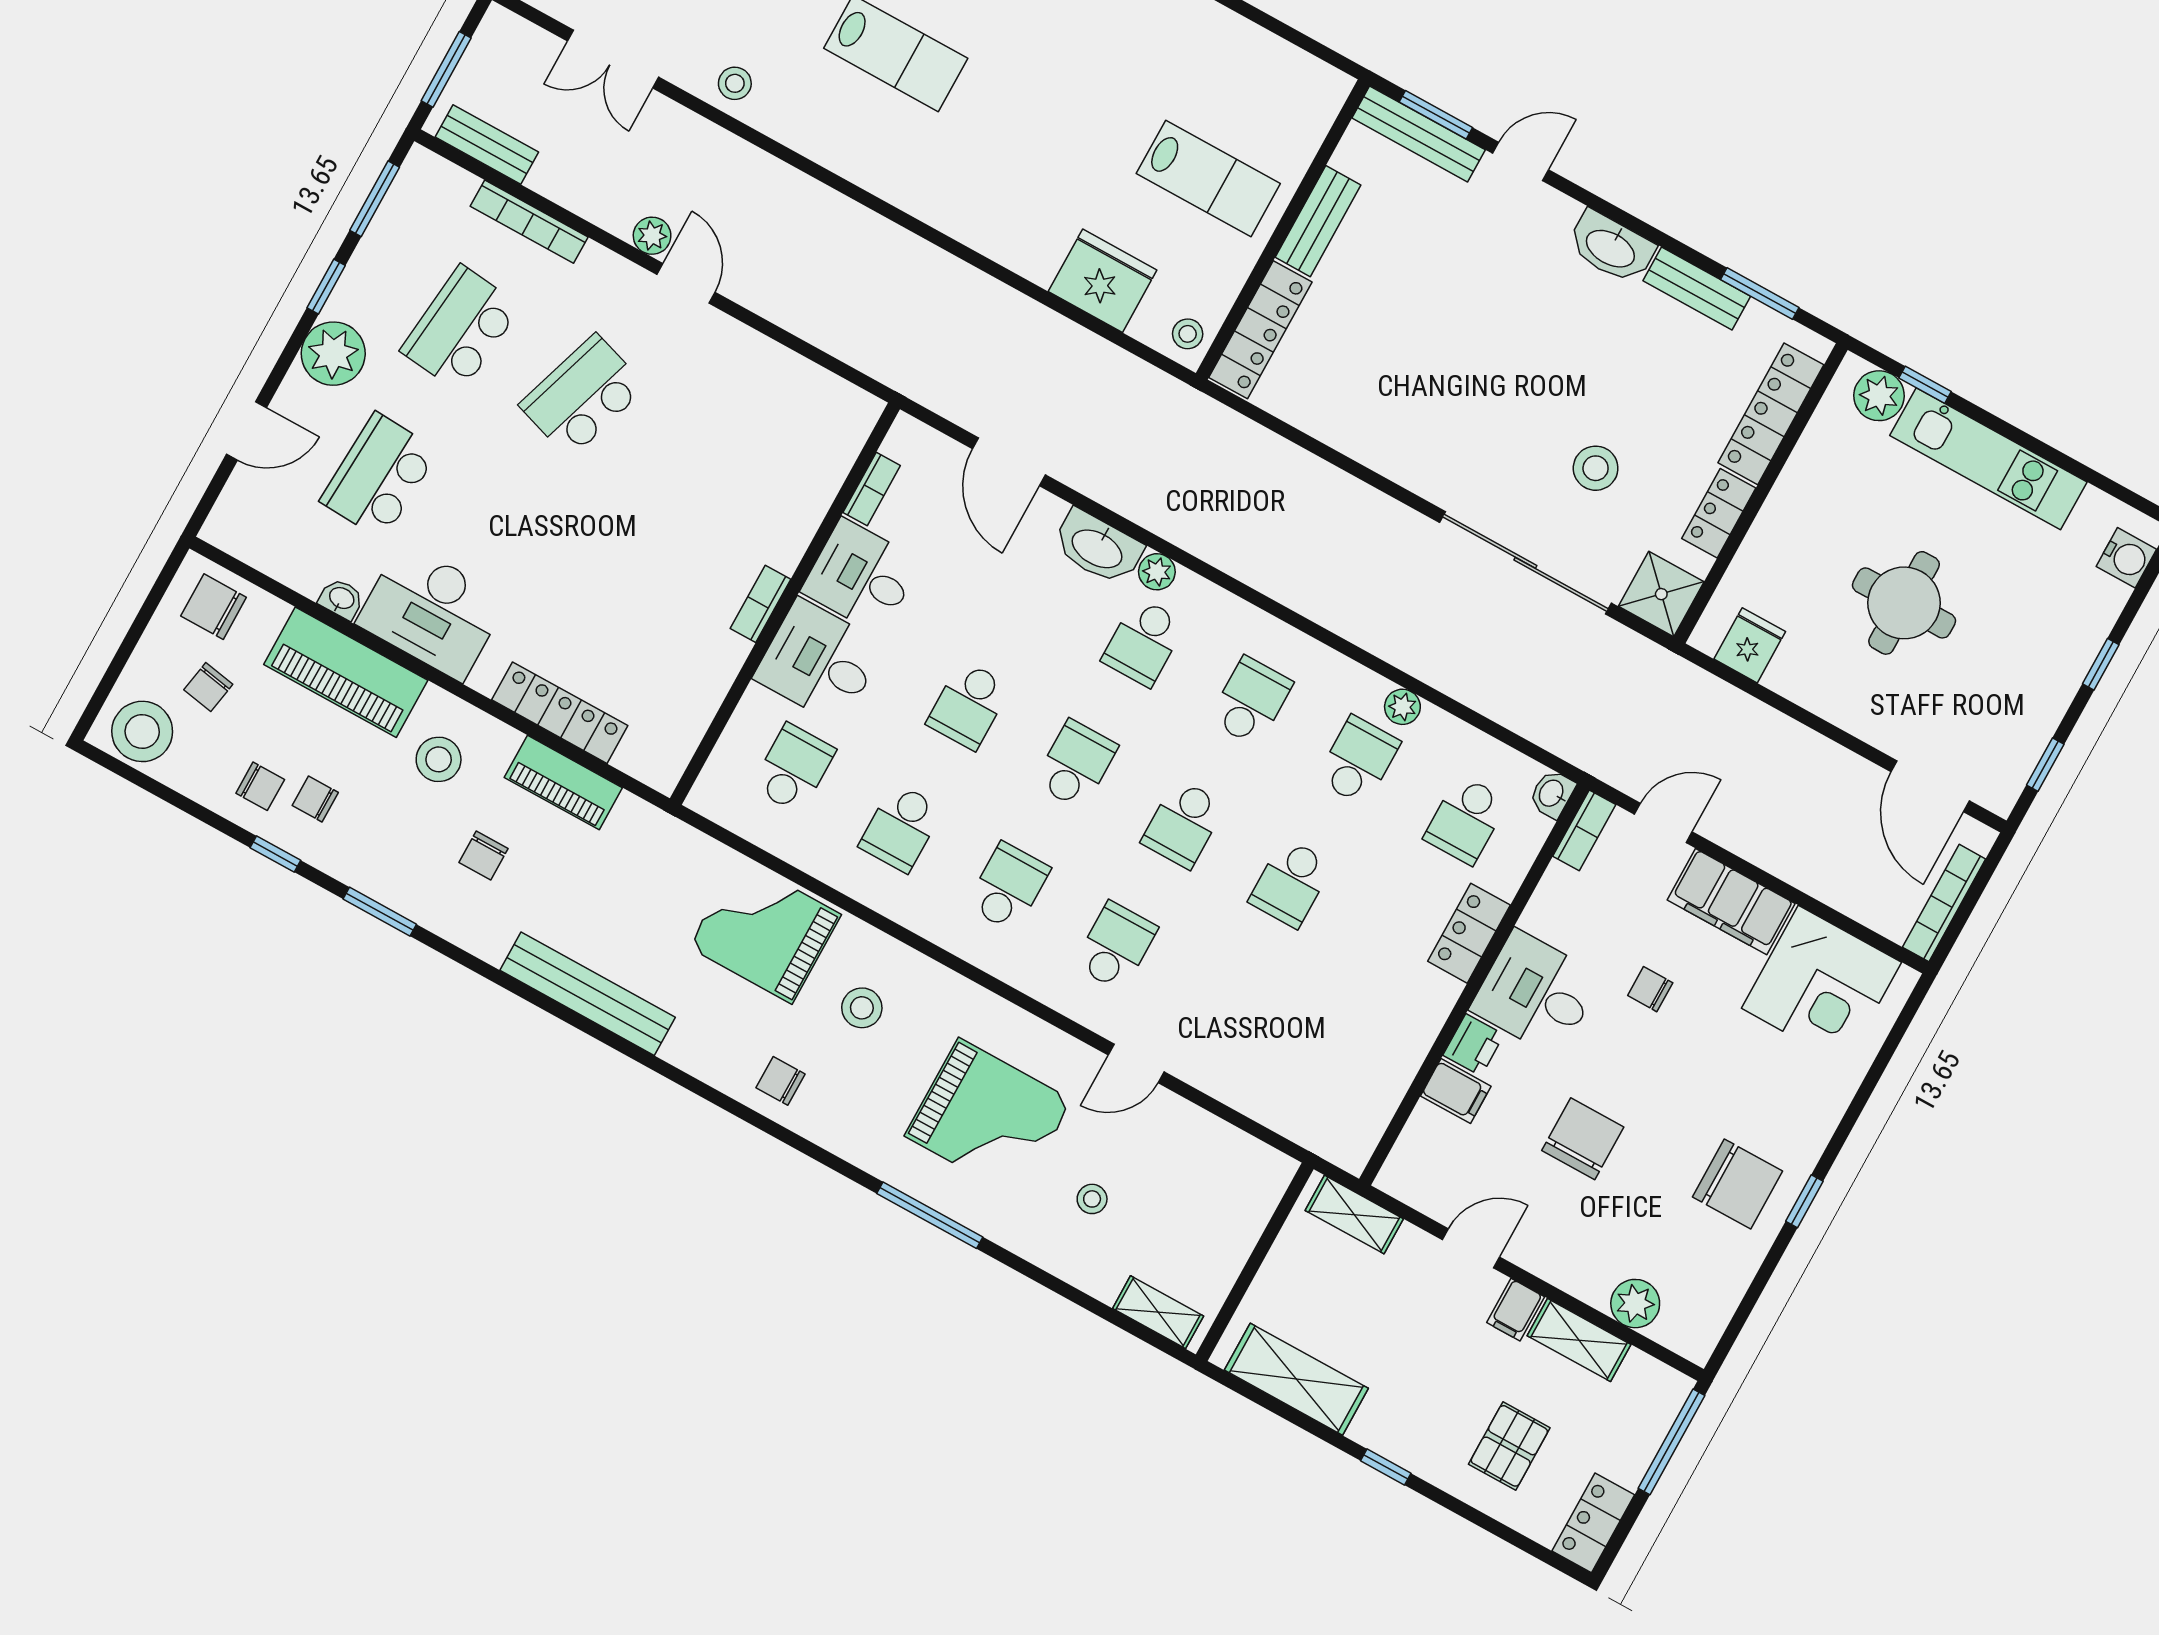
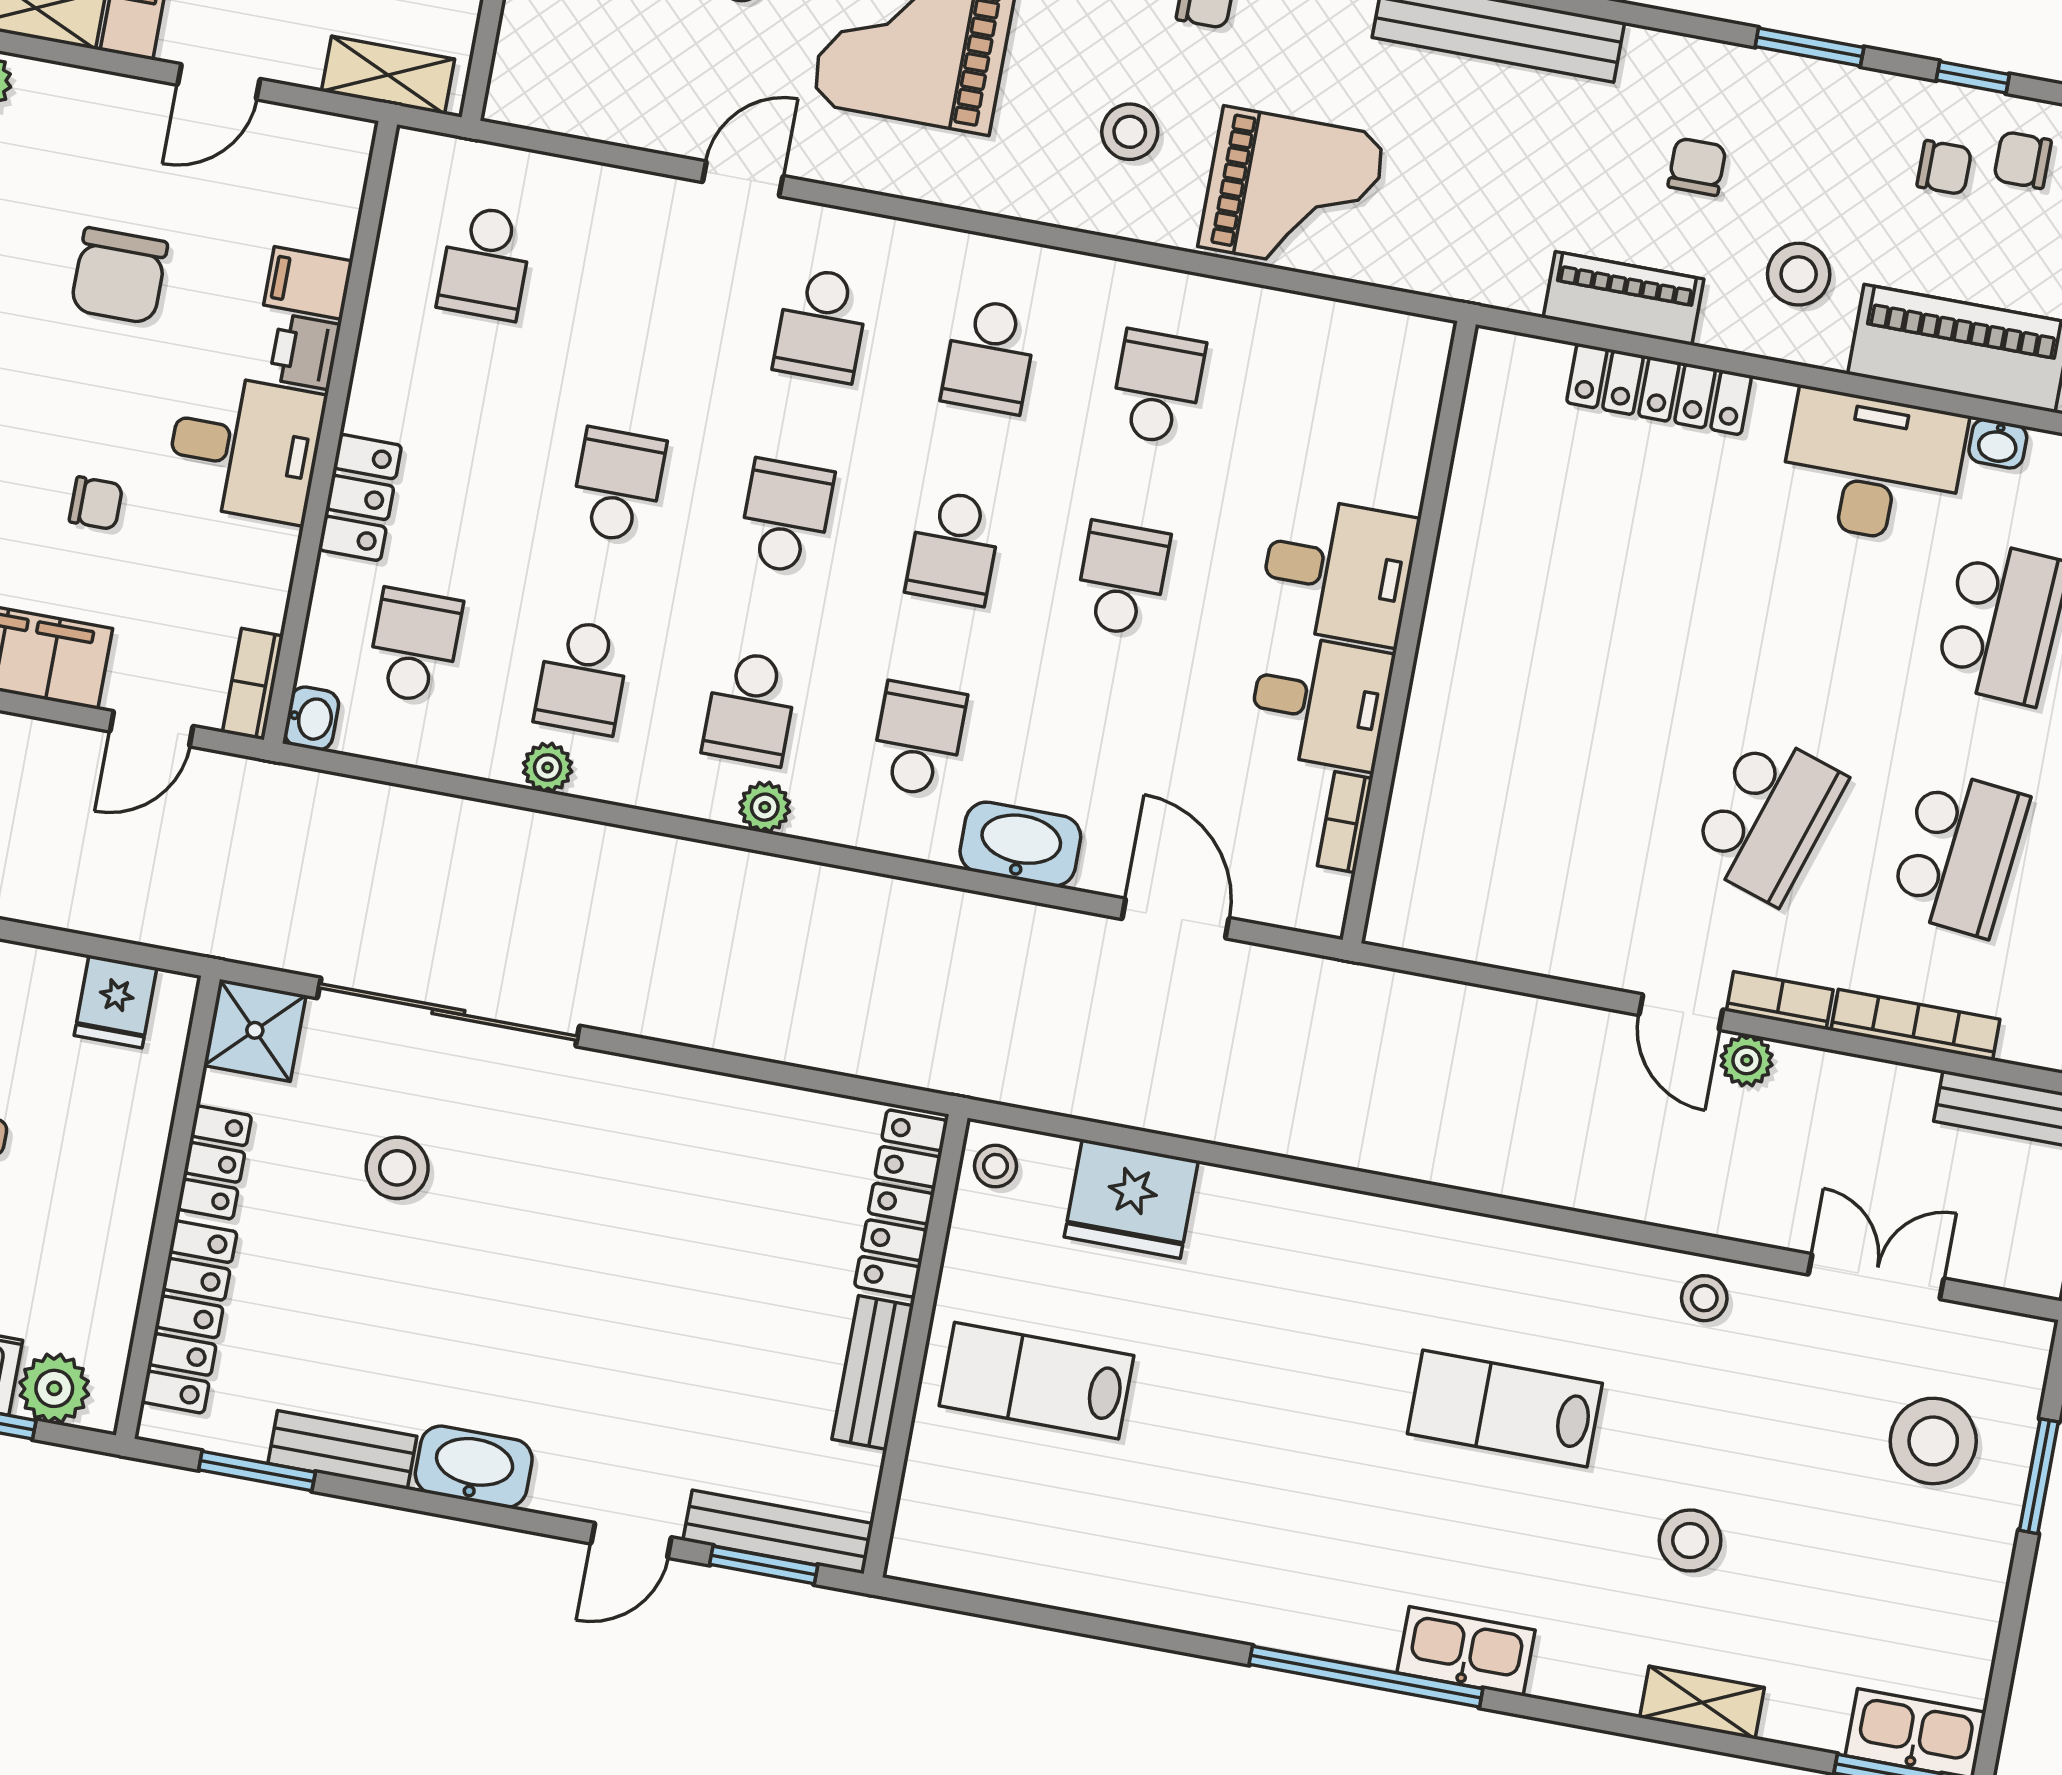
plant: (1157, 572) -> (765, 807), moved
bookcase: (761, 604) -> (1780, 1000), moved, turned -90
school desk: (794, 768) -> (485, 263), moved

